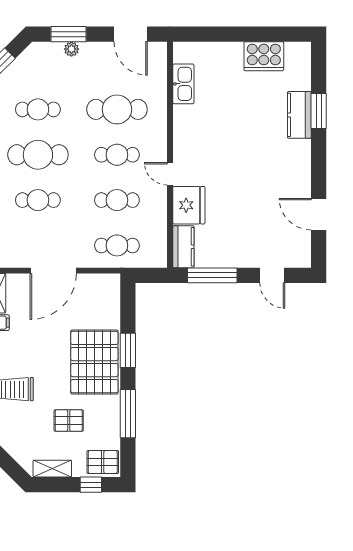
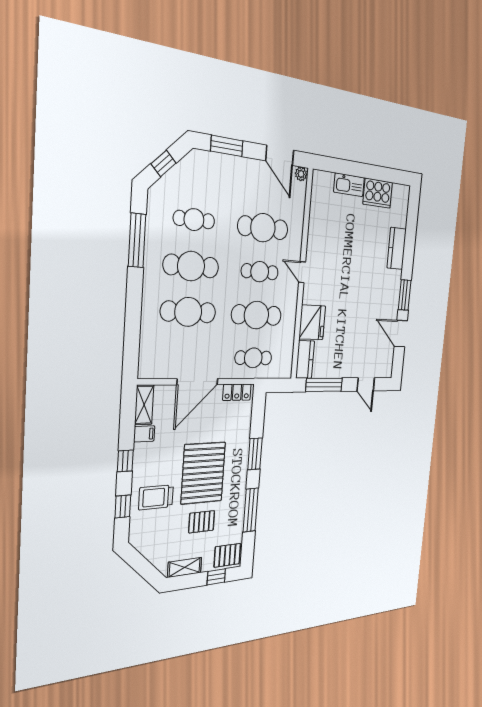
plant: (71, 49) -> (301, 174), moved
kitchen sink: (183, 84) -> (349, 185), moved, turned 90
window: (319, 111) -> (405, 295), moved
door: (170, 174) -> (302, 272), moved
cafe table: (38, 200) -> (188, 312), width x1.37, depth x1.35
cafe table: (117, 200) -> (256, 315), width x1.37, depth x1.35
locker: (100, 282) -> (237, 392), added
pallet: (94, 362) -> (203, 473), moved

